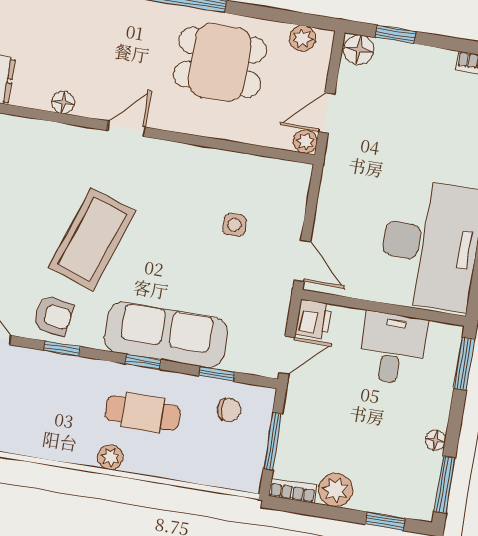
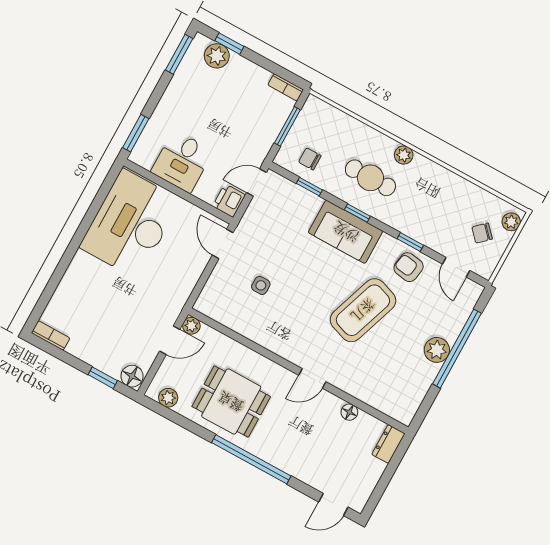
sofa: (166, 335) -> (346, 232), width x0.73
floor lamp: (435, 440) -> (175, 87), removed
plant: (336, 490) -> (217, 56), moved

